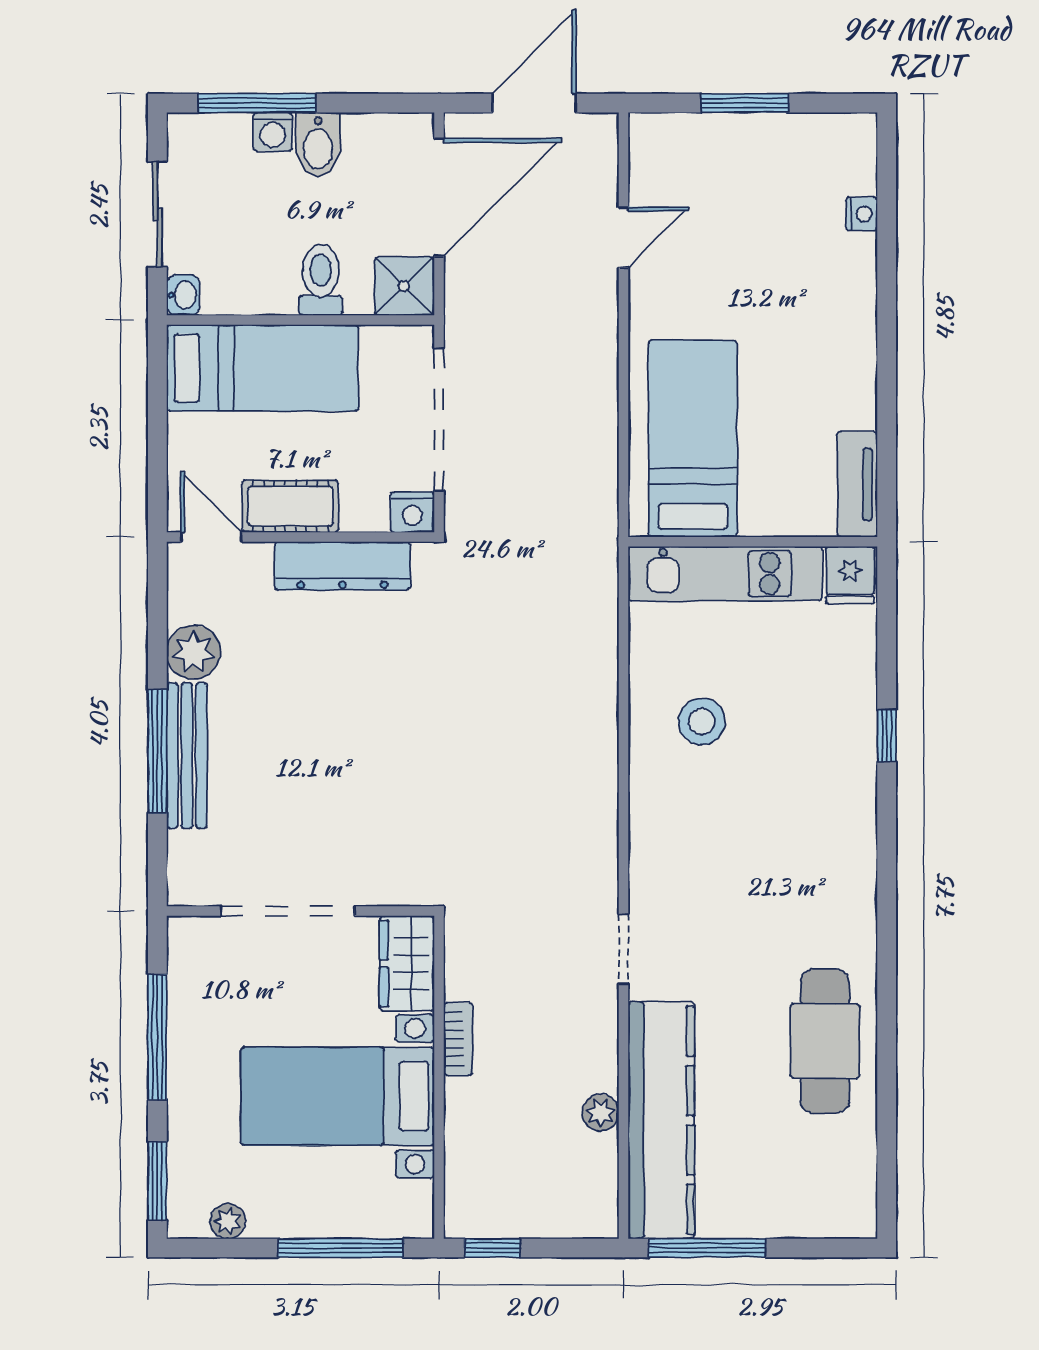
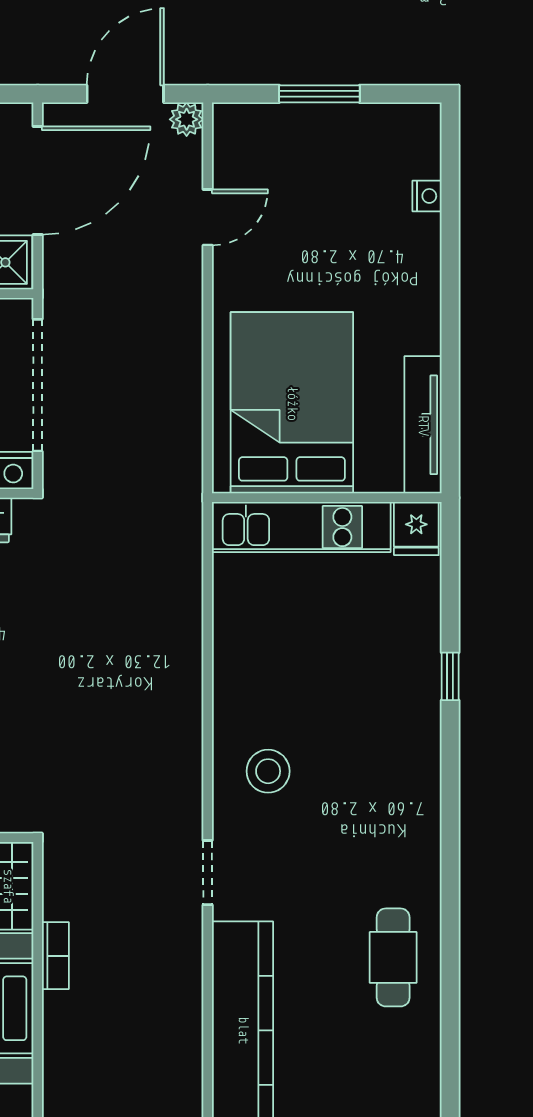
bed: (693, 439) -> (292, 403), width x1.50
tv unit: (857, 484) -> (423, 425), width x1.41
stool: (702, 721) -> (268, 771), moved
cafe table: (825, 1041) -> (393, 957), width x0.73, depth x0.74
plant: (601, 1113) -> (187, 119), moved

